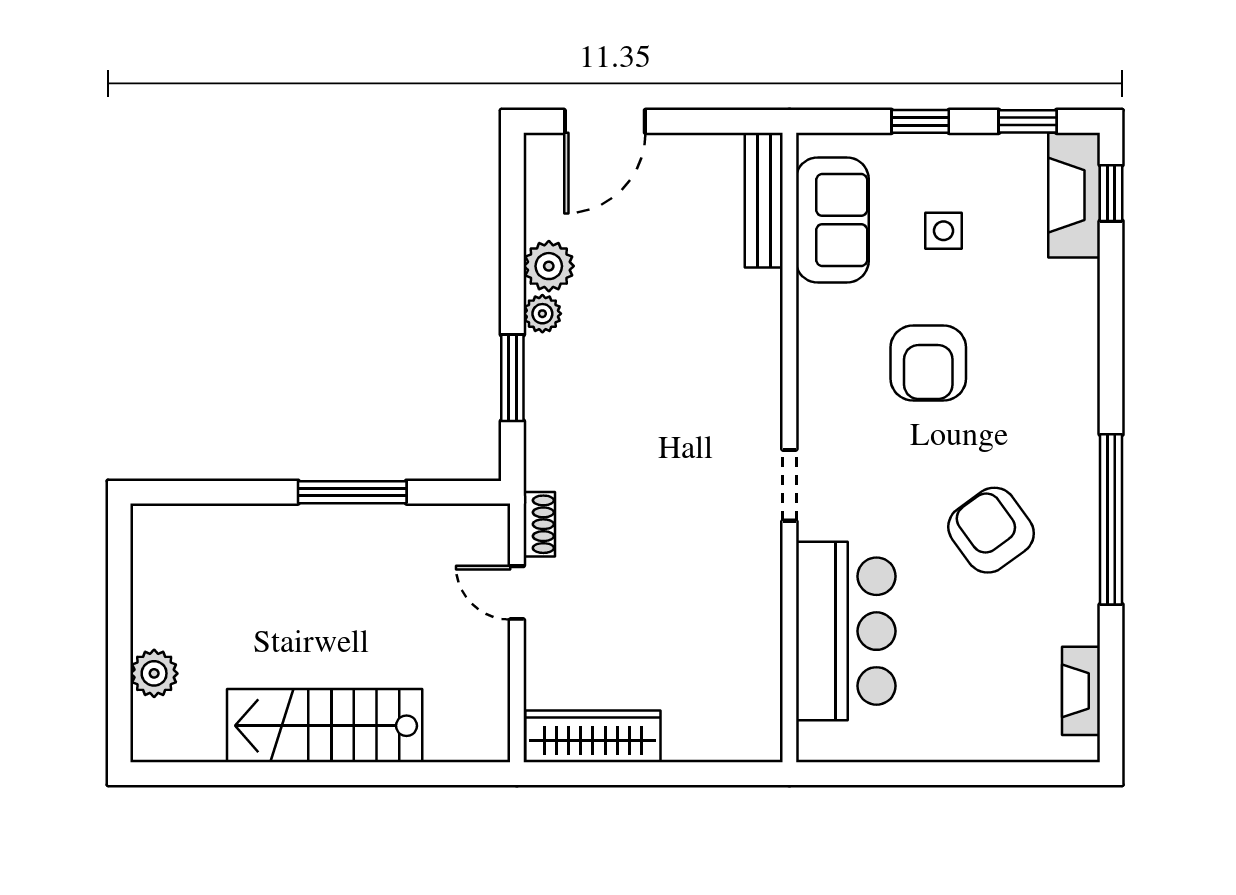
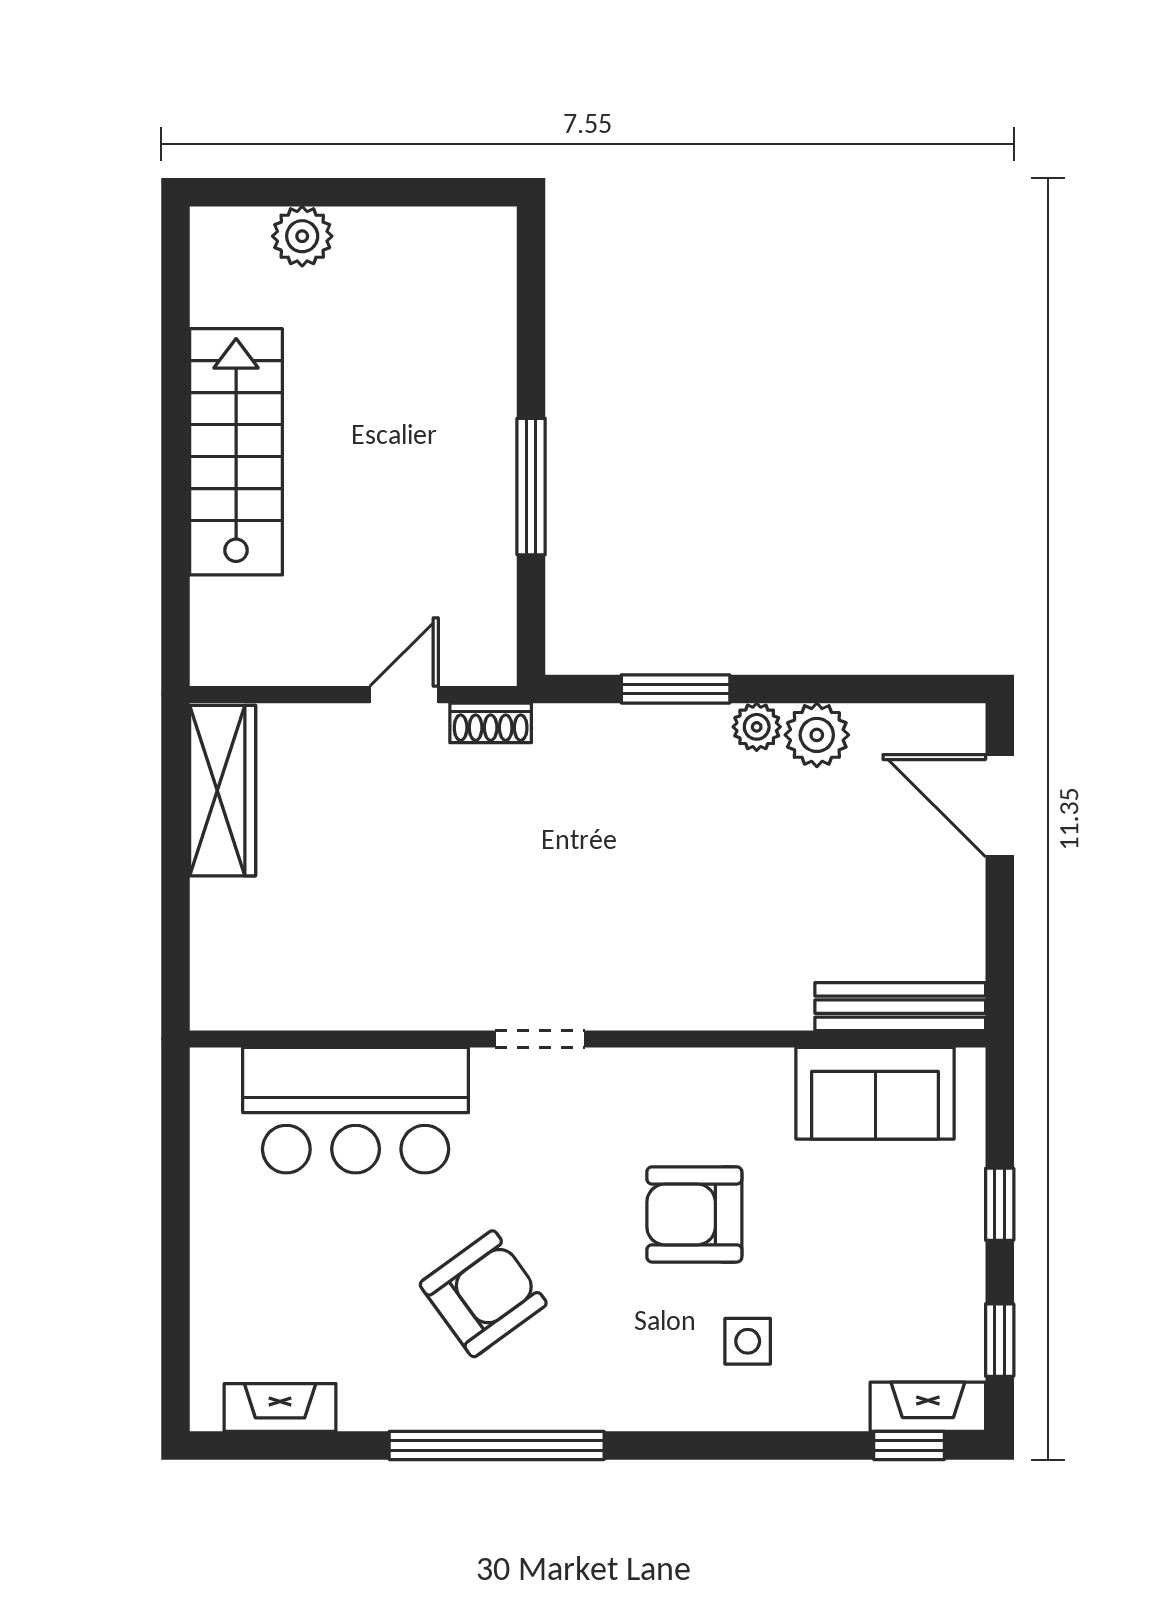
fireplace: (1074, 195) -> (928, 1407), width x0.73, depth x0.76
side table: (943, 231) -> (748, 1341), moved

